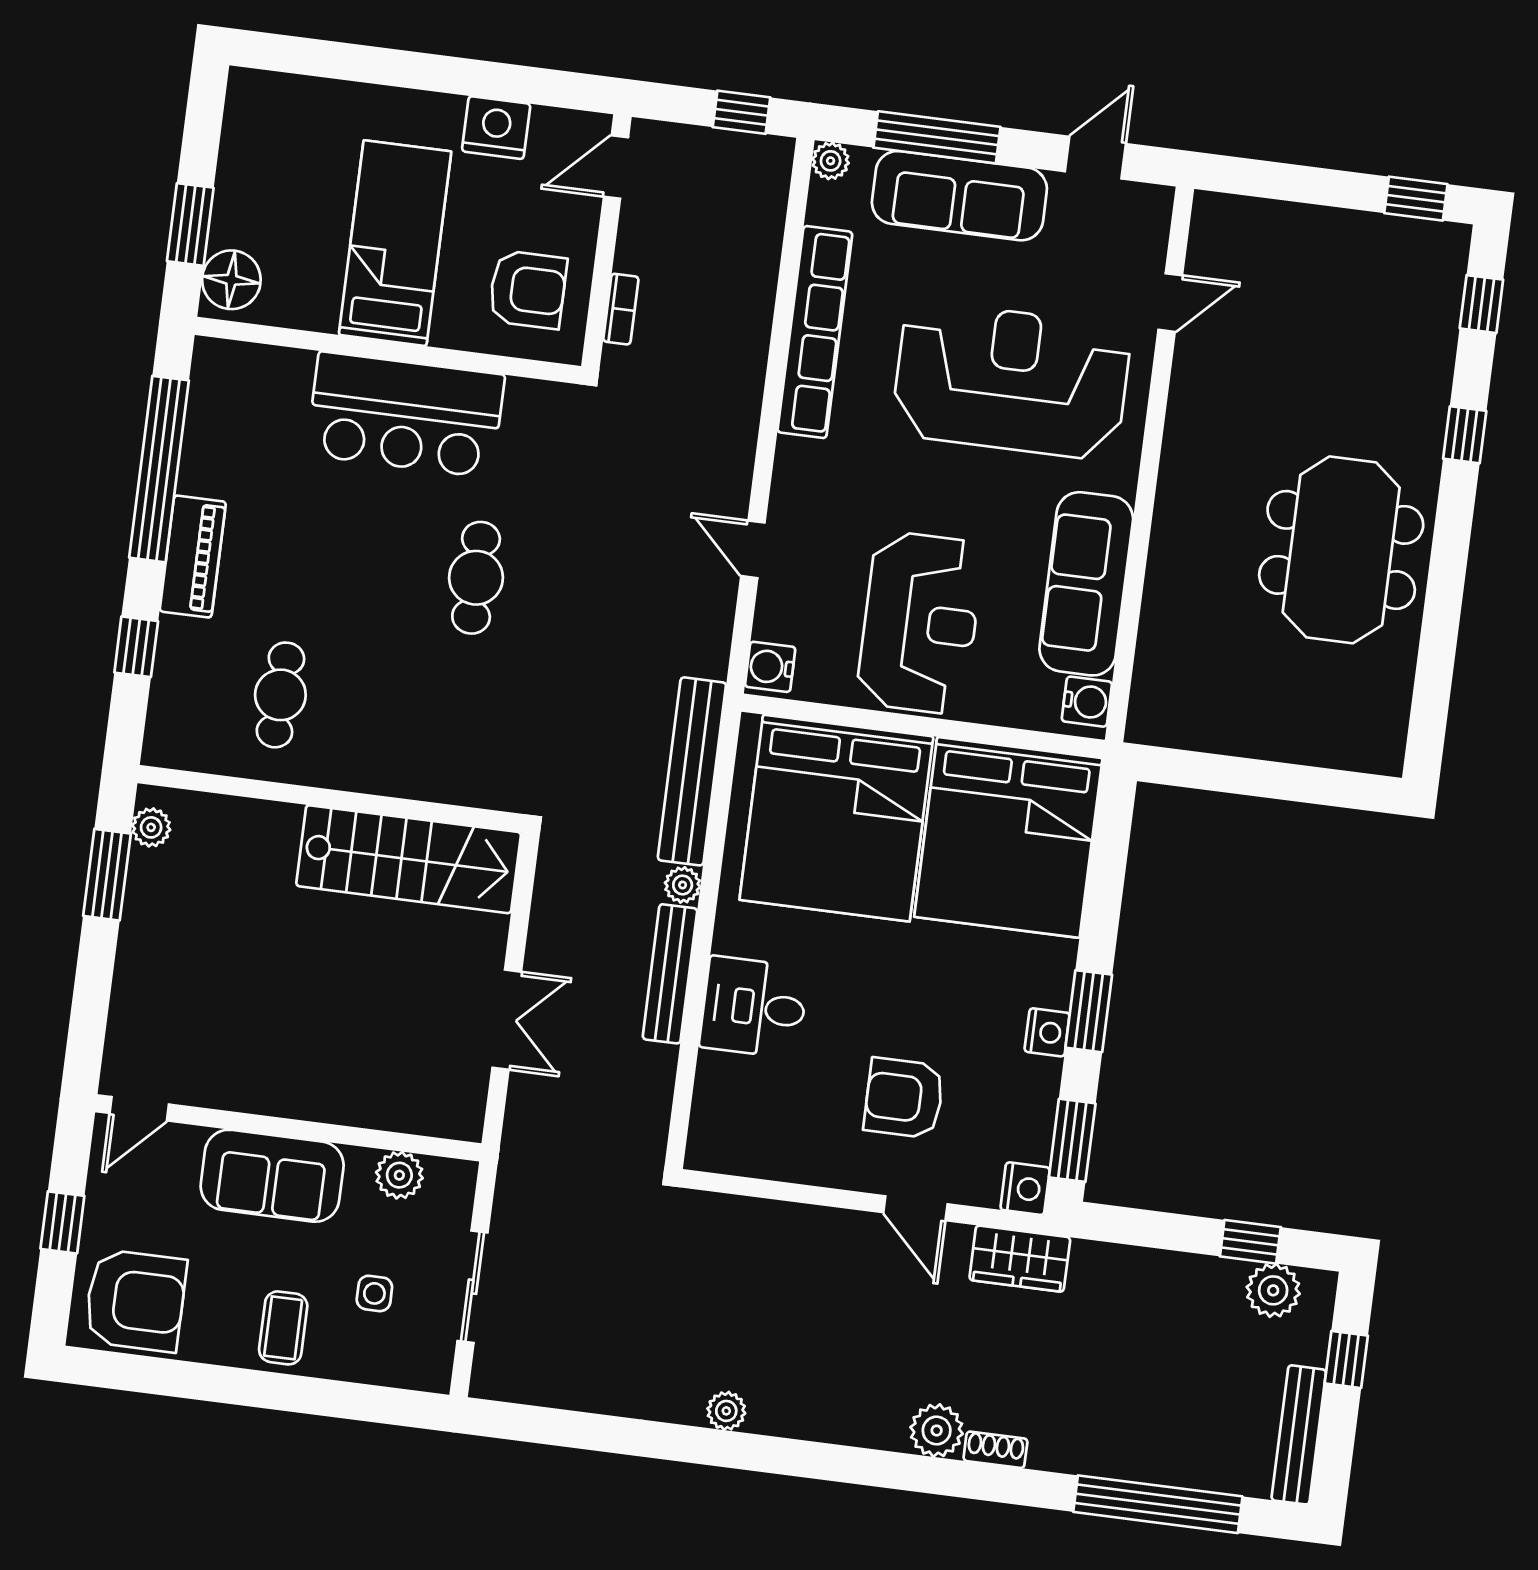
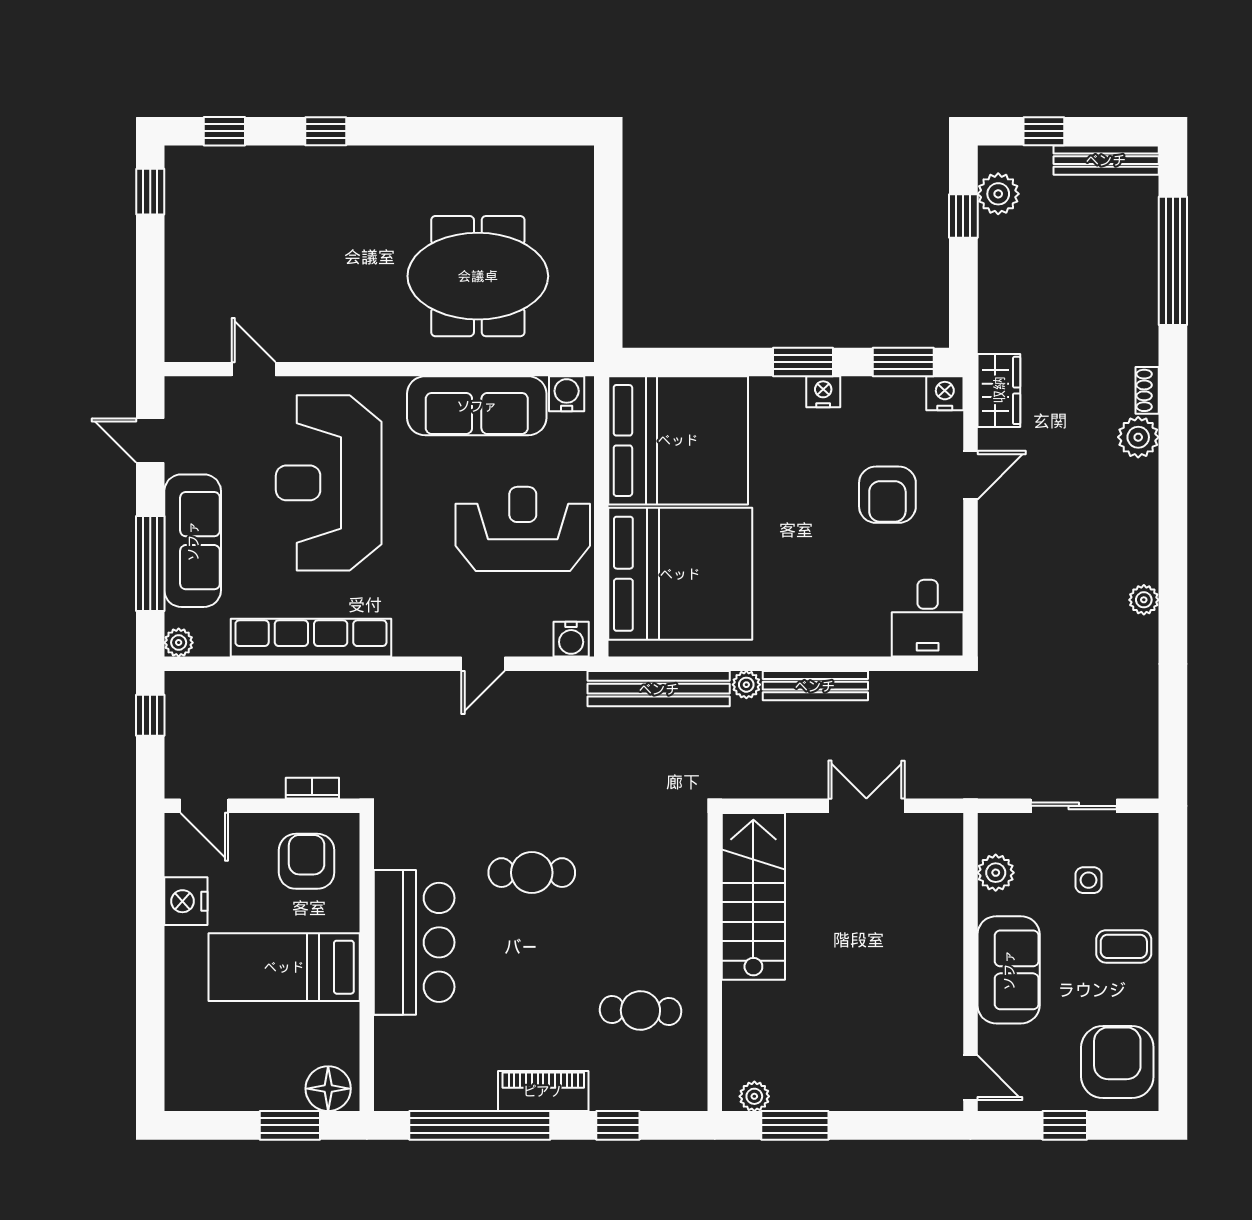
meeting table: (1341, 550) -> (478, 276), moved
desk: (754, 1007) -> (928, 618), moved

